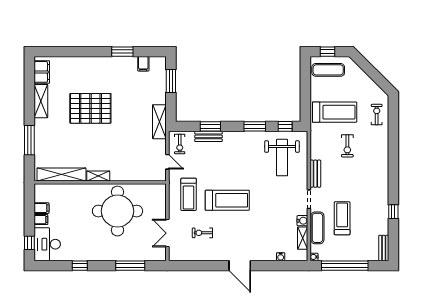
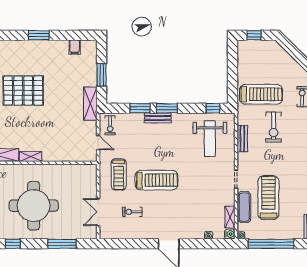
window: (122, 52) -> (39, 35), moved
exercise mat: (328, 70) -> (255, 53), removed
window: (171, 81) -> (102, 75), moved
window: (255, 126) -> (167, 108), moved
bench: (208, 136) -> (158, 118), moved
exercise bike: (347, 146) -> (274, 127), width x1.38, depth x1.39
bench: (315, 174) -> (242, 139), moved
round table: (117, 211) -> (34, 206), moved
treadmill: (342, 218) -> (268, 198), width x1.37, depth x1.38
water cooler: (302, 221) -> (230, 234), moved

